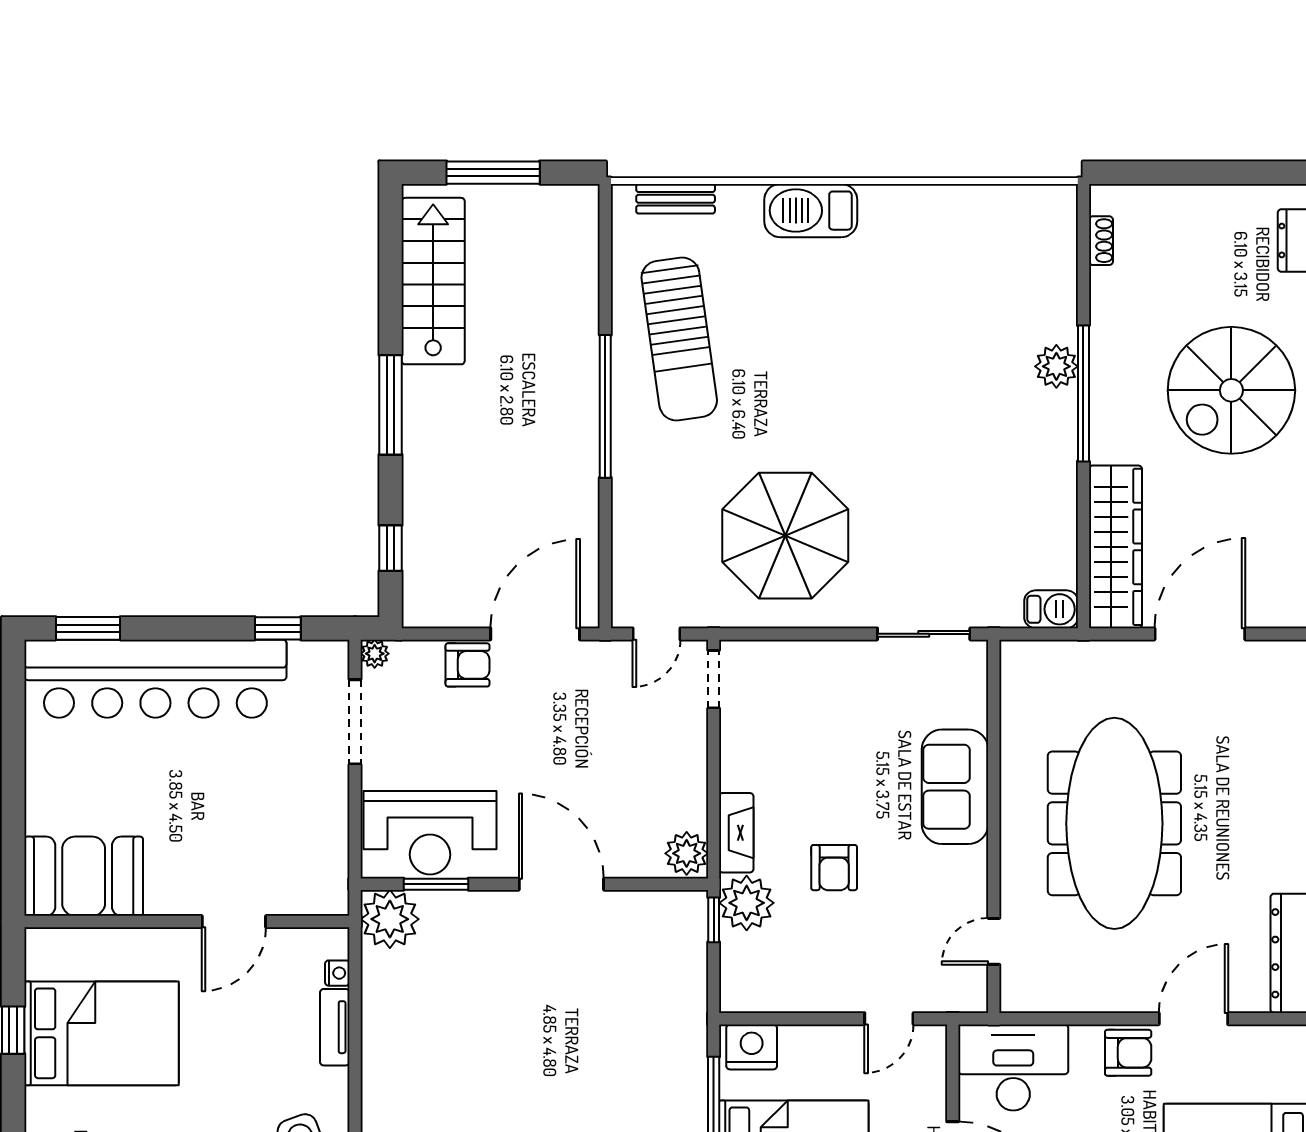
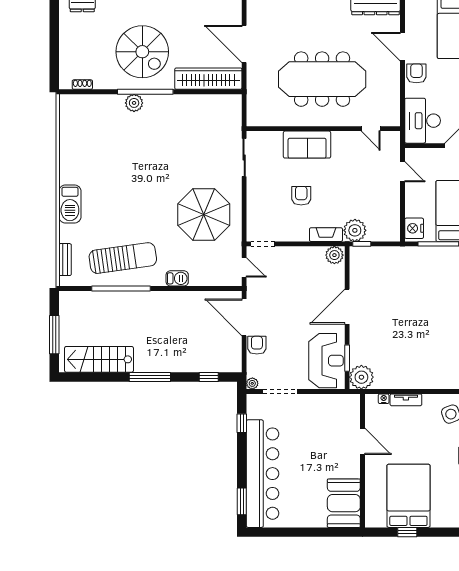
spiral stairs: (1231, 390) -> (142, 52), moved
window: (605, 406) -> (121, 289), moved
barbecue: (1051, 609) -> (177, 278), moved, turned 90
armchair: (834, 868) -> (301, 196), moved, turned -90

